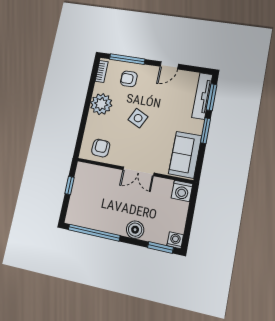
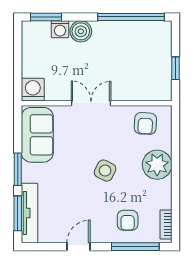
armchair: (129, 79) -> (128, 220), turned 90
plant: (101, 104) -> (157, 165), moved
washing machine: (175, 240) -> (60, 29), moved

